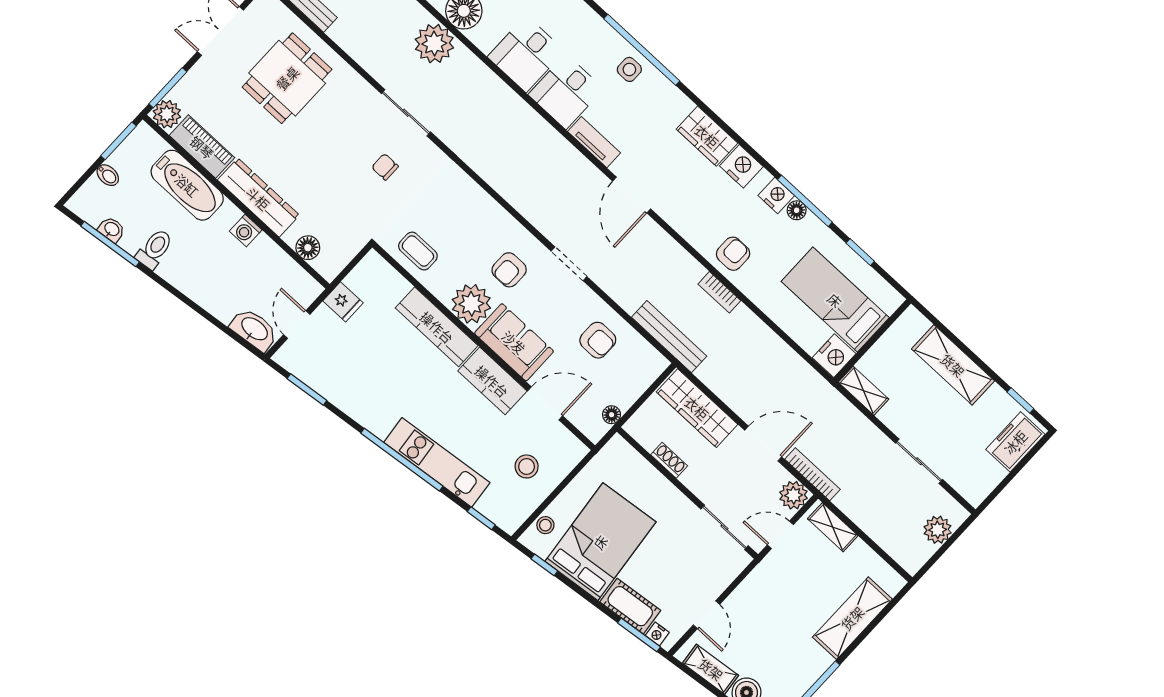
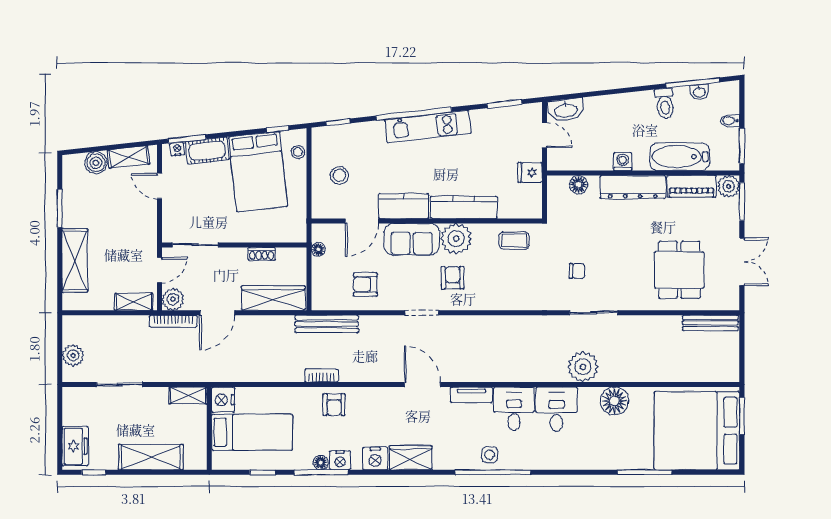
plant: (434, 44) -> (583, 367), moved
kitchen unit: (437, 462) -> (428, 127), moved

